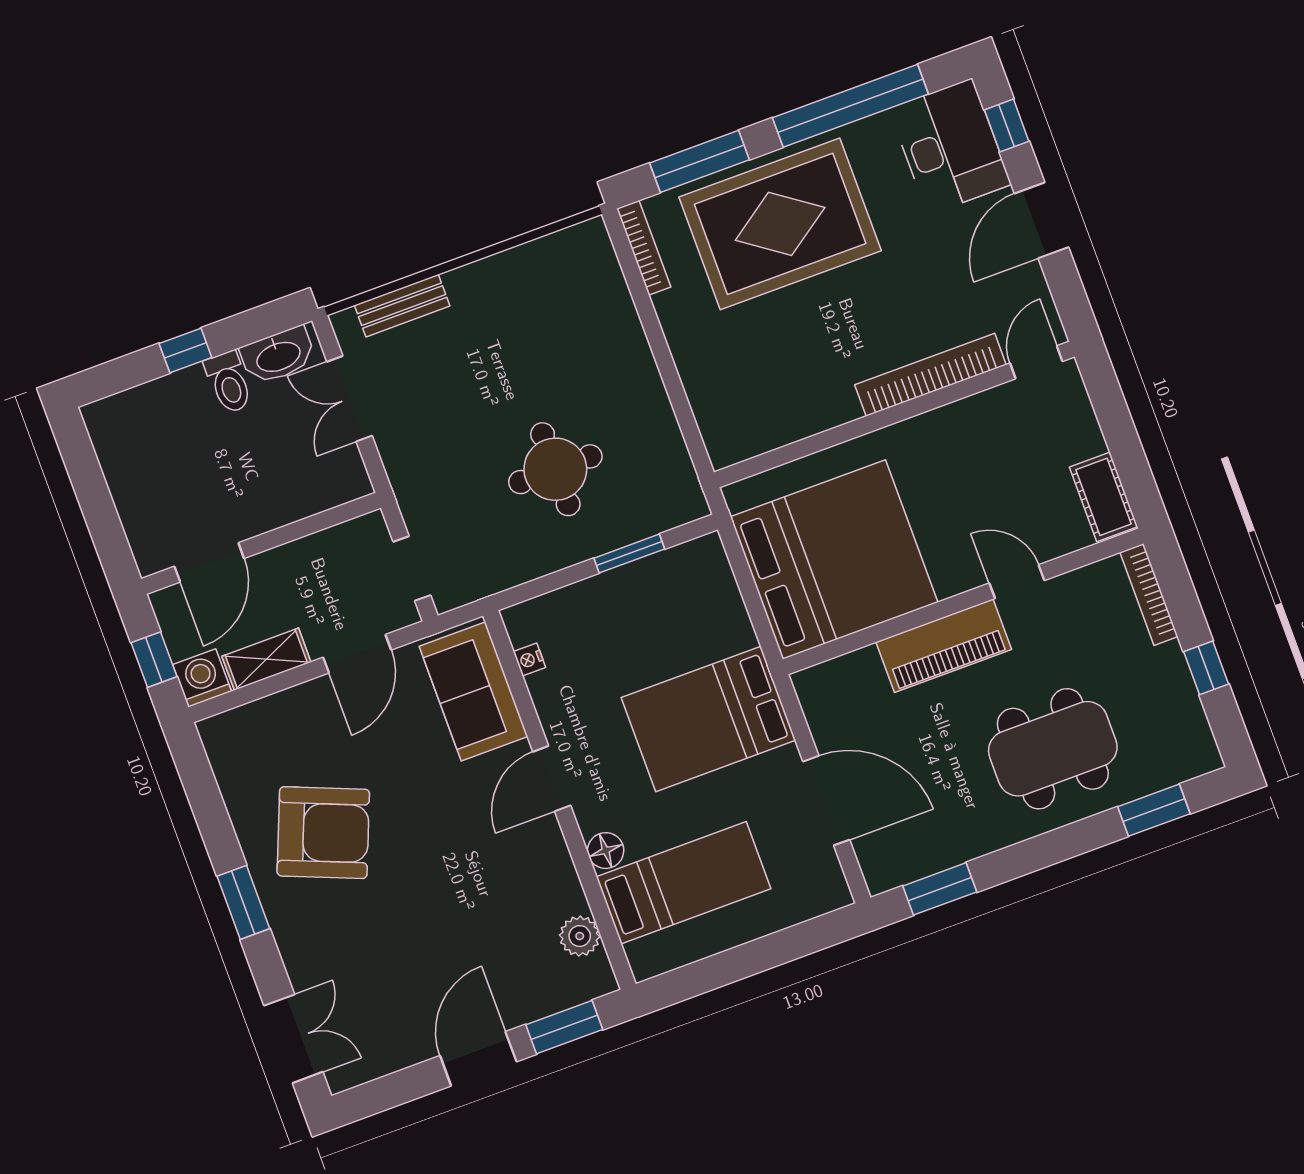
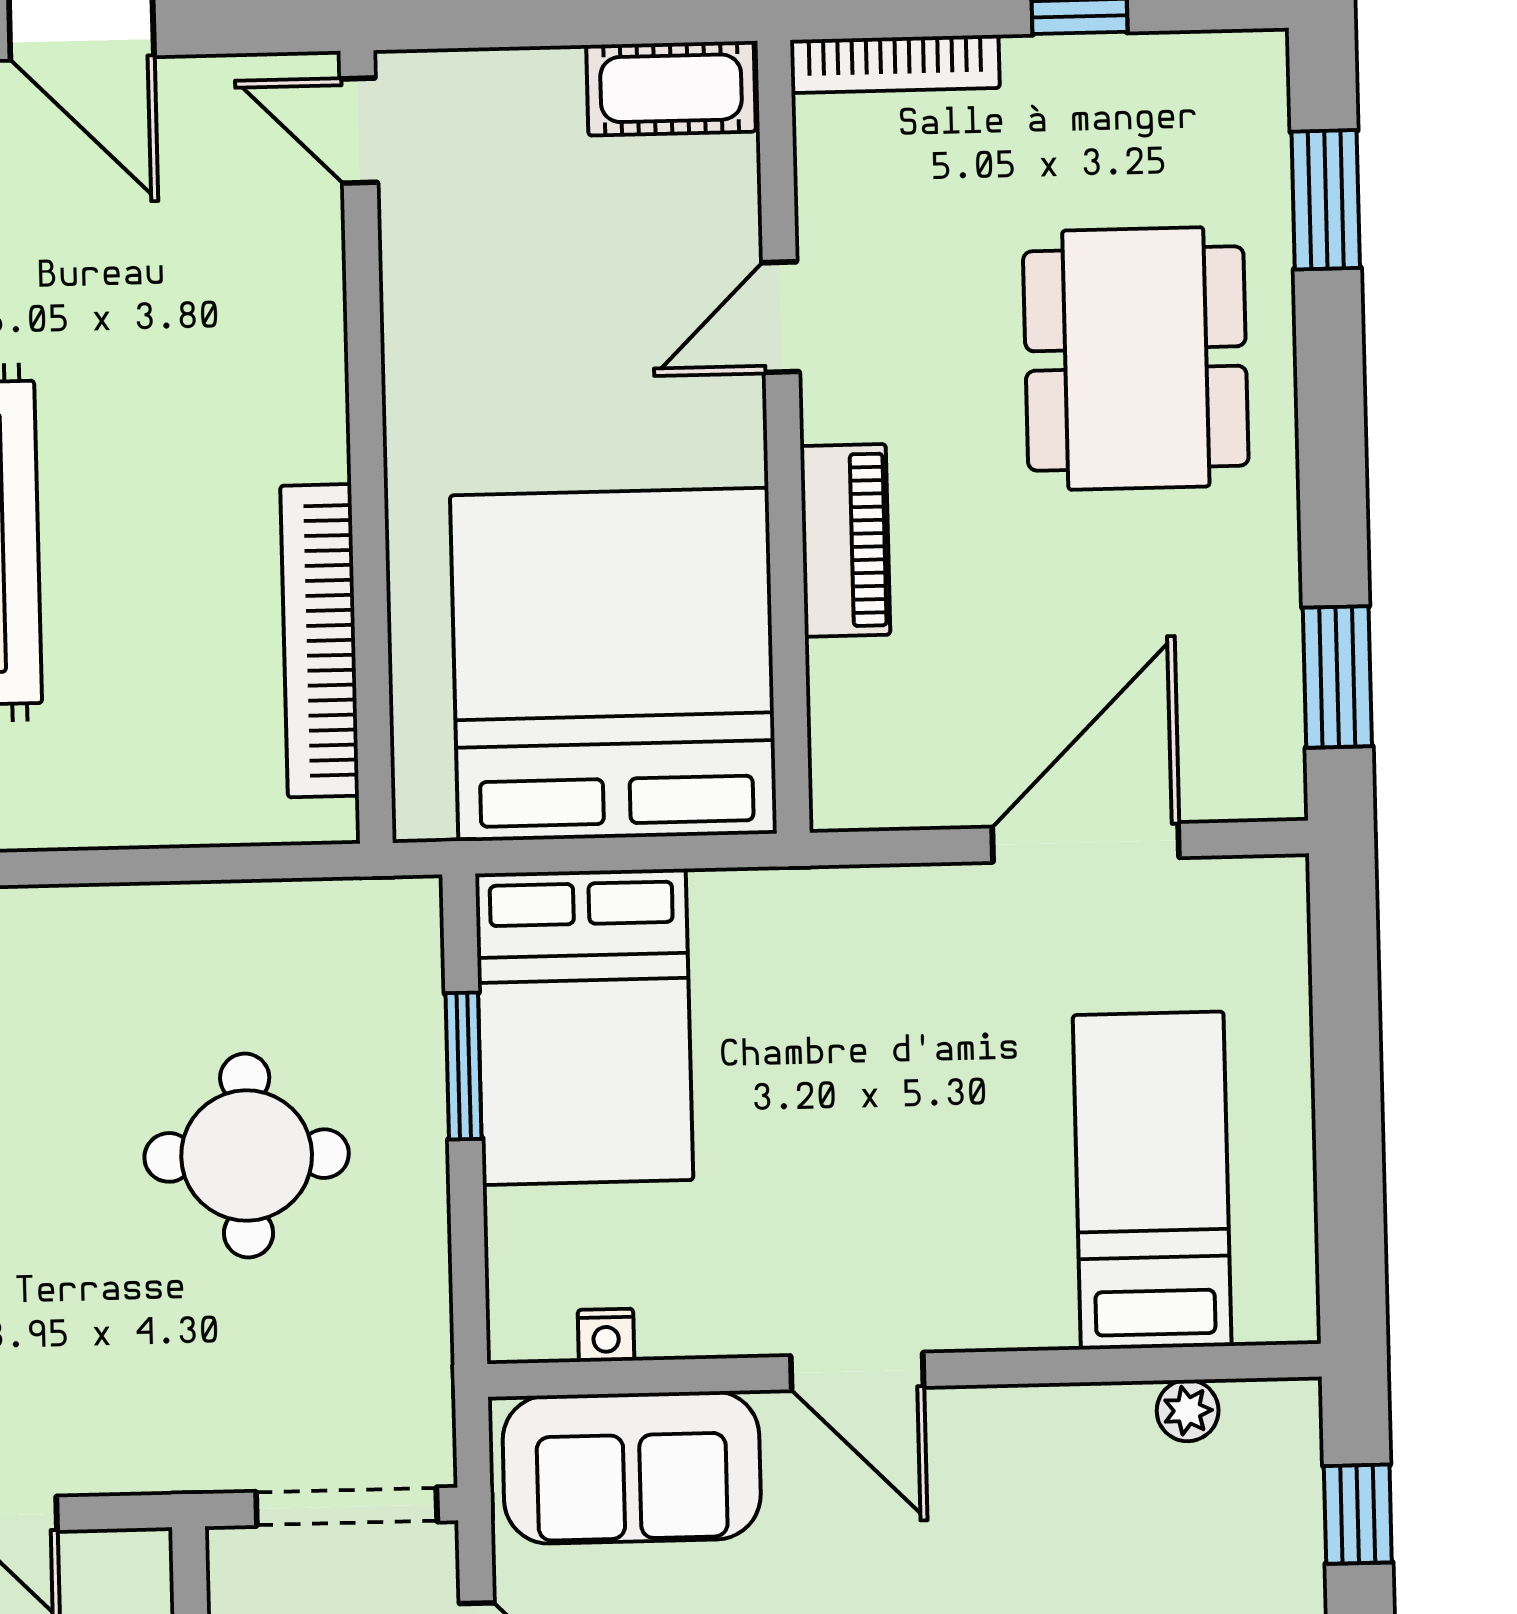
bookcase: (930, 375) -> (320, 641), moved
doorway: (412, 569) -> (347, 1507), width x1.38
piano: (944, 646) -> (845, 540), width x0.73, depth x0.75
bed: (708, 719) -> (584, 1027), moved
floor lamp: (606, 851) -> (1036, 1313), removed
plant: (580, 936) -> (1188, 1411), width x0.73, depth x0.73
window: (564, 1027) -> (1358, 1514), width x0.67

